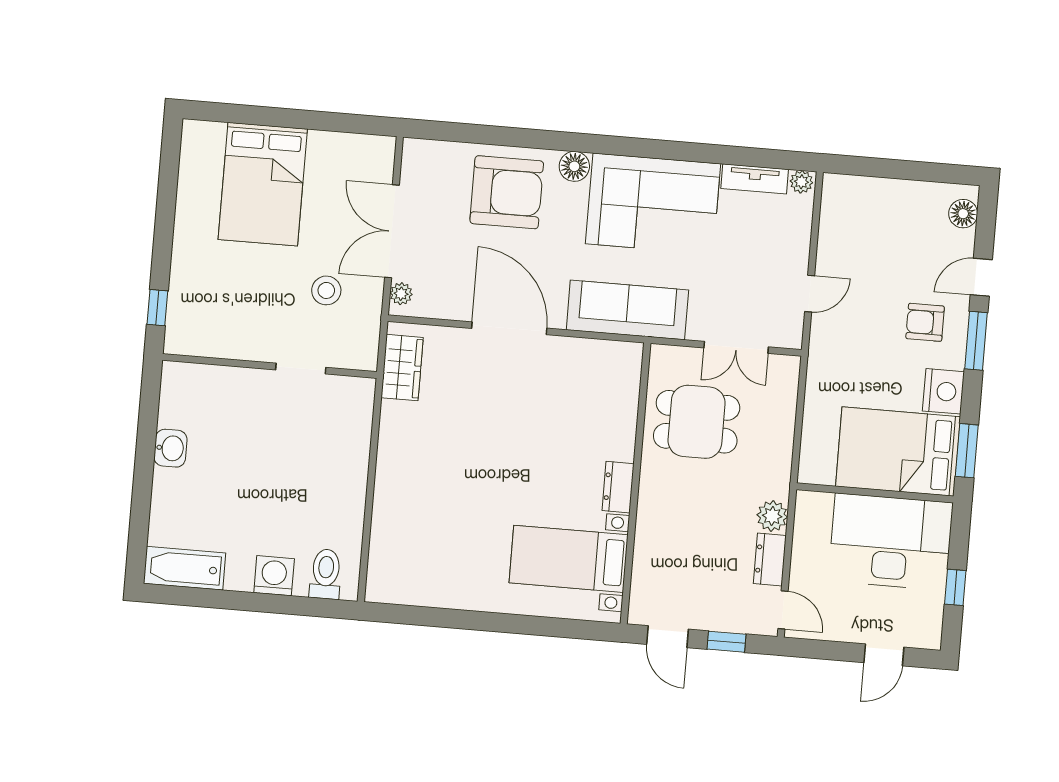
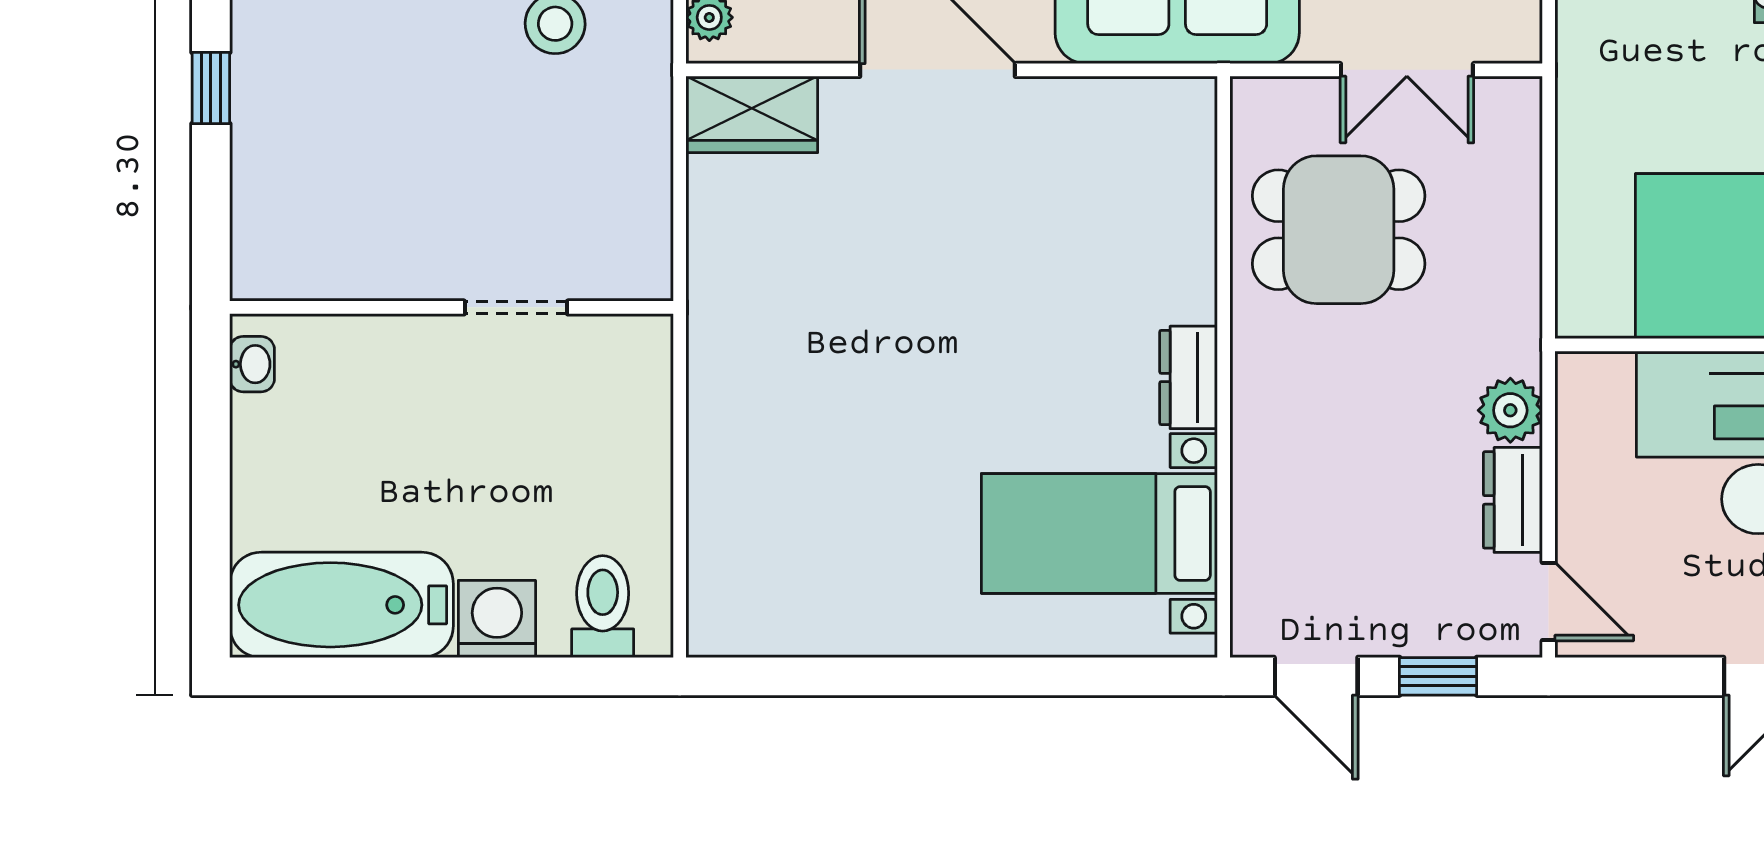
wall: (270, 366) -> (452, 307), moved
wardrobe: (402, 368) -> (752, 114), moved, turned 90
doorway: (301, 369) -> (516, 307), moved
washbasin: (170, 448) -> (252, 364), width x0.72, depth x0.69
bathtub: (184, 568) -> (341, 605), width x1.36, depth x1.36

